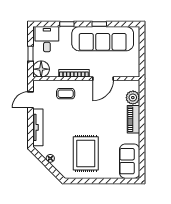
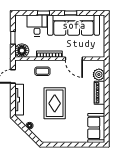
desk: (47, 39) -> (37, 25), moved
door: (103, 79) -> (74, 59), hinge flipped
rug: (86, 153) -> (55, 103), moved

